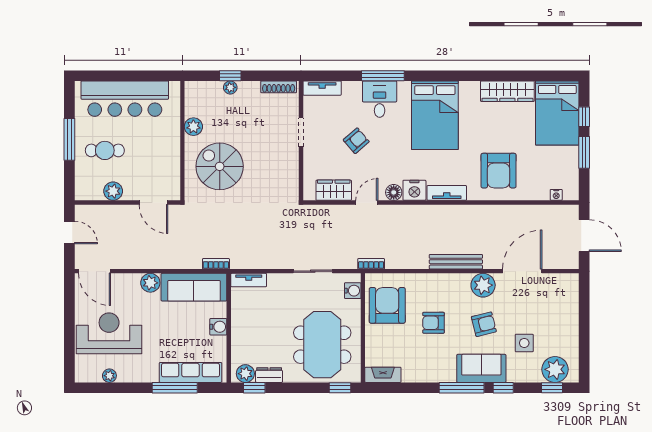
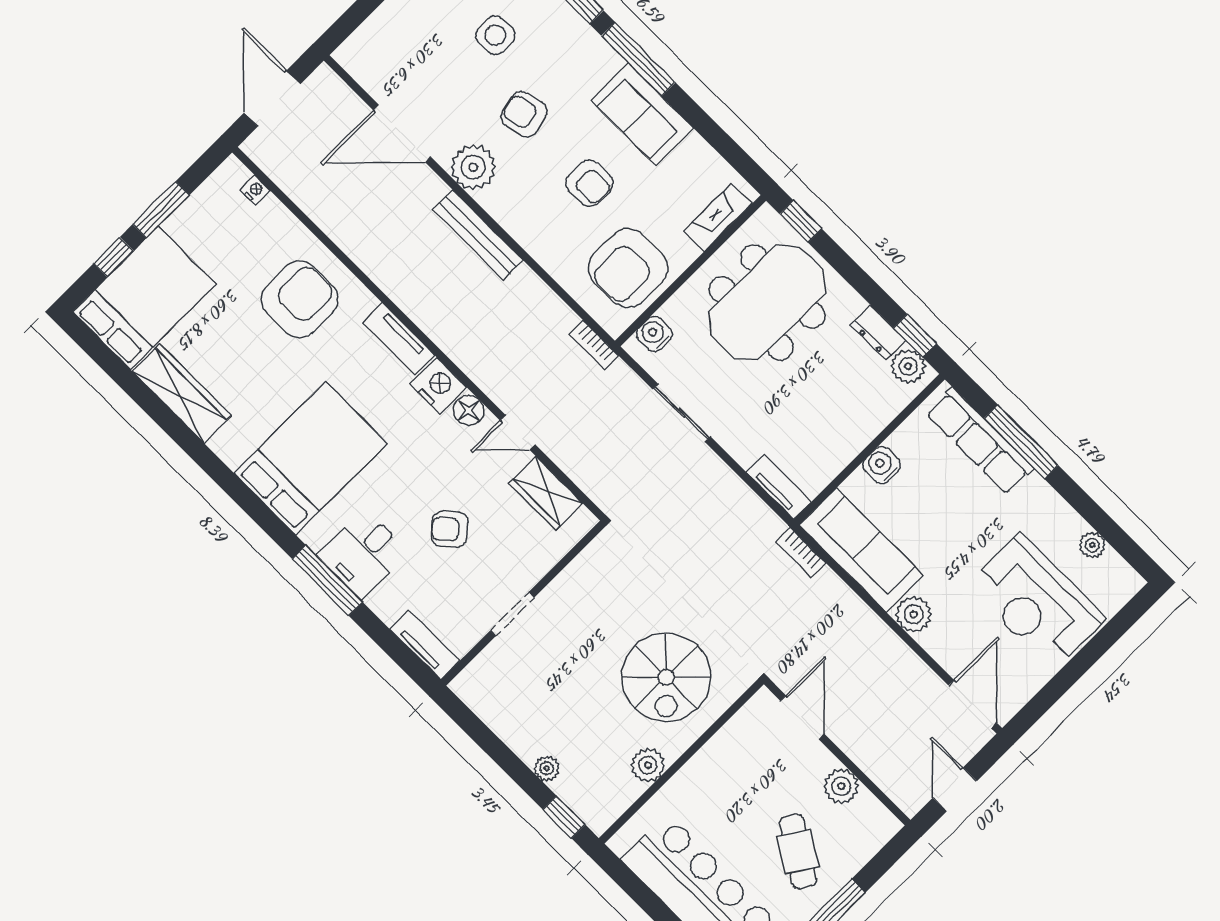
window: (230, 76) -> (564, 817), moved
shoe rack: (279, 87) -> (481, 705), removed
cafe table: (105, 150) -> (798, 852), turned 33
sofa: (481, 368) -> (642, 114), moved
fireplace: (383, 375) -> (718, 217), moved, turned 90

